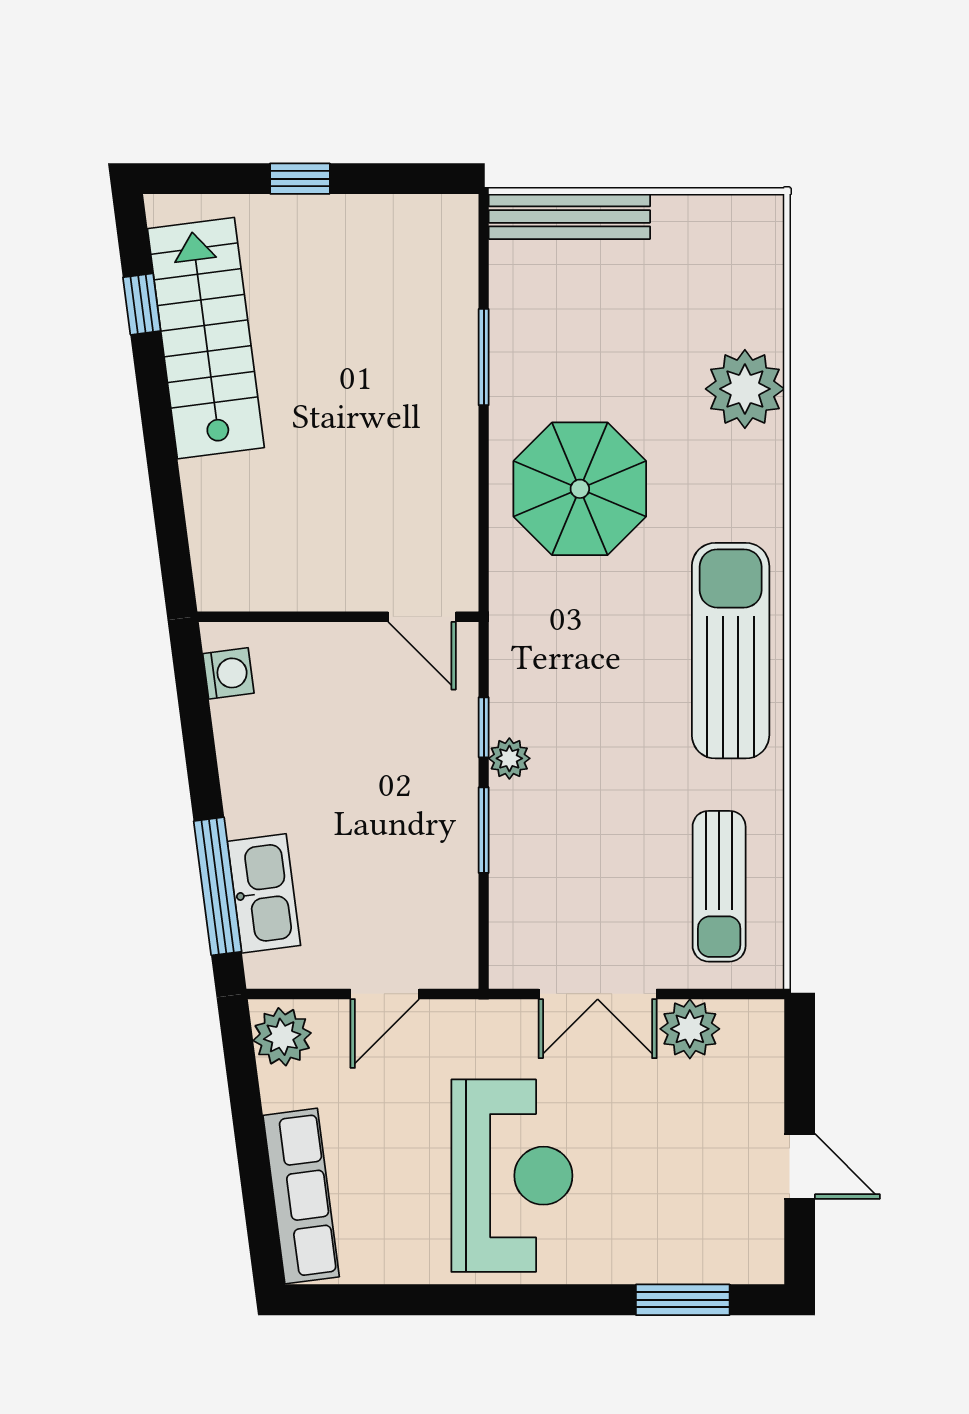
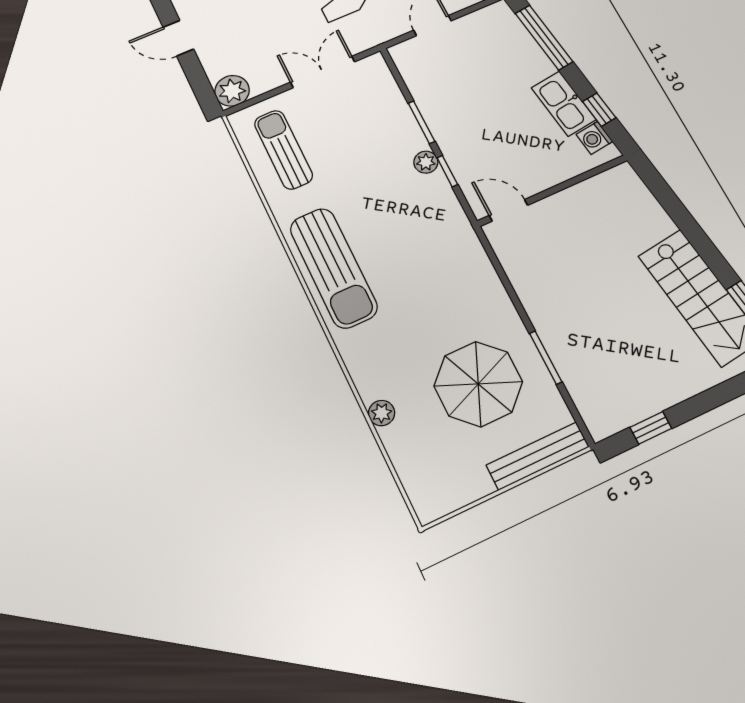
window: (300, 179) -> (651, 428), moved
plant: (745, 389) -> (382, 413), width x0.53, depth x0.53
parasol: (580, 489) -> (478, 384), moved
window: (196, 718) -> (599, 110), added
kitchen sink: (264, 893) -> (564, 104), moved
plant: (690, 1029) -> (232, 91), moved

